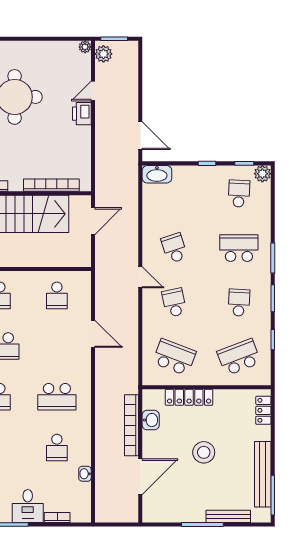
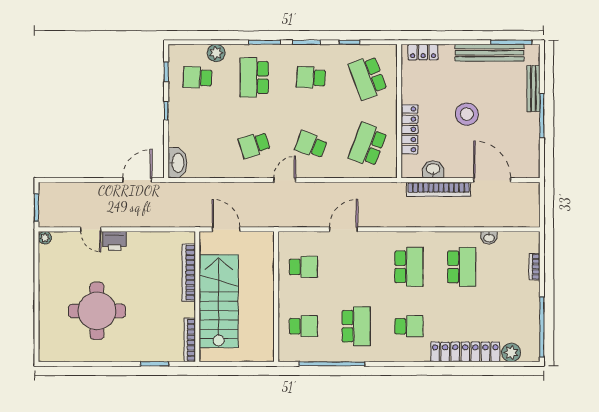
plant: (103, 54) -> (52, 218), removed
plant: (262, 174) -> (216, 53), moved
school desk: (174, 303) -> (311, 145), turned 33
school desk: (57, 447) -> (462, 267), width x1.85
desk: (28, 506) -> (523, 297), removed

